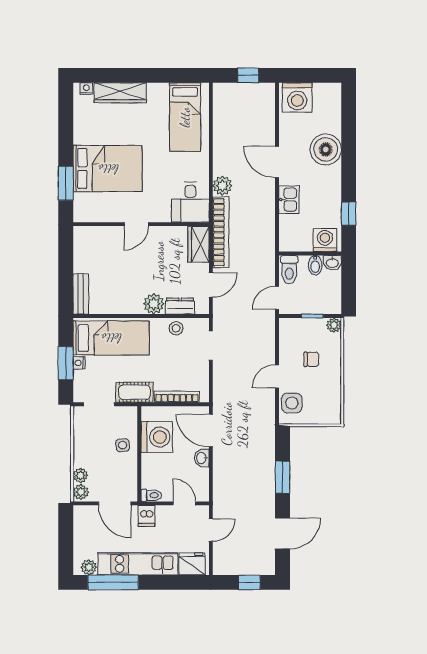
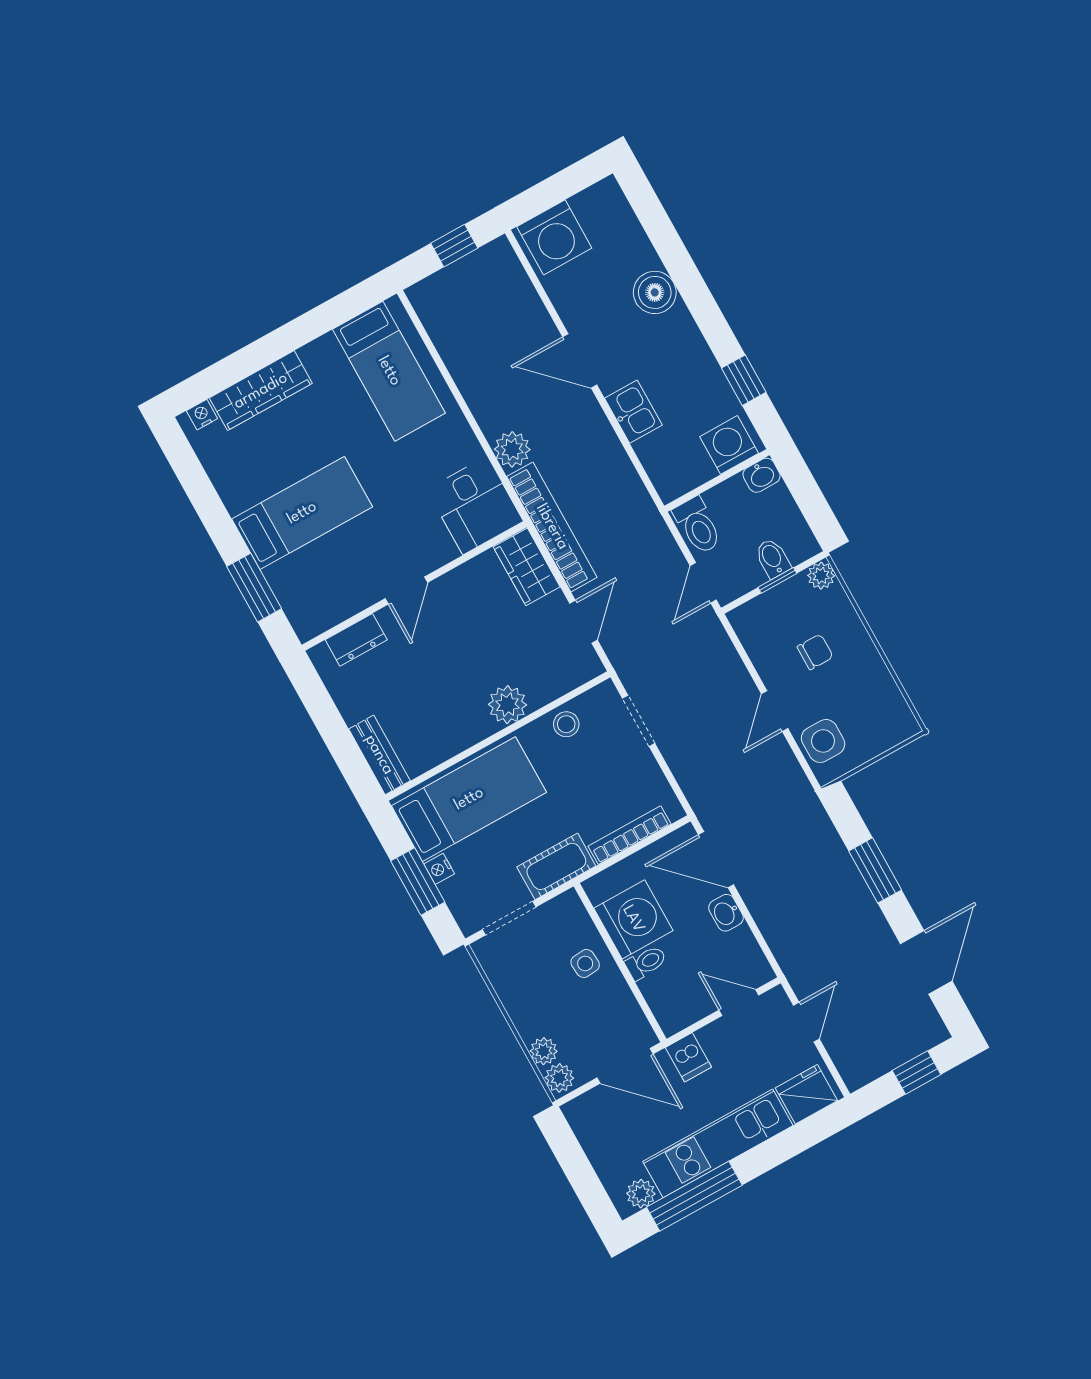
boiler: (326, 149) -> (655, 292), width x0.73, depth x0.73
bed: (108, 169) -> (302, 513), width x0.67
bidet: (315, 265) -> (773, 558), moved, turned 180
dresser: (180, 306) -> (356, 640), moved, turned 180
toilet: (151, 495) -> (646, 963), moved

